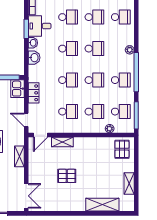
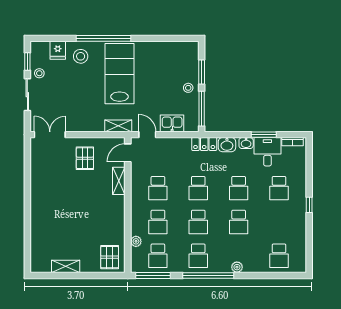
school desk: (94, 17) -> (279, 222), removed
kitchen sink: (18, 89) -> (172, 123), moved
locker: (34, 93) -> (204, 144), moved
door: (26, 120) -> (147, 135), hinge flipped
door: (41, 135) -> (128, 153), hinge flipped
pallet: (122, 149) -> (110, 257), turned 90
shelving: (19, 156) -> (118, 126), moved
pallet: (67, 176) -> (85, 158), moved
double door: (26, 196) -> (50, 135), swing flipped
shelving: (102, 205) -> (39, 232), removed

